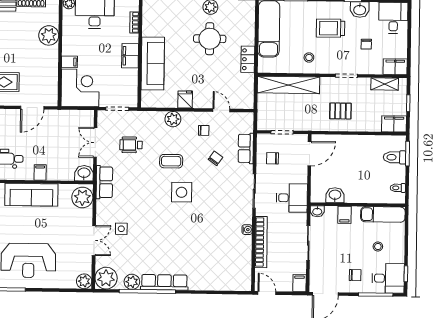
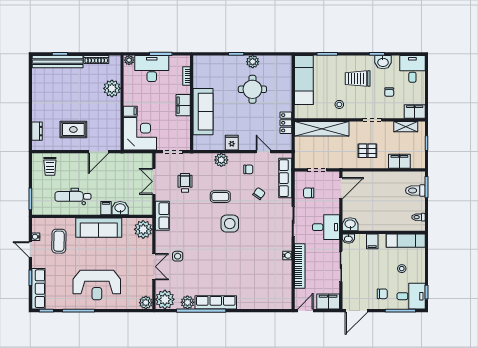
locker: (248, 59) -> (286, 123), moved
filing cabinet: (394, 124) -> (399, 161), moved
wheelchair: (131, 145) -> (185, 183), turned 90
row of seats: (246, 148) -> (285, 178), width x1.48
washbasin: (84, 173) -> (120, 208), moved
washbasin: (335, 195) -> (350, 224), moved
filing cabinet: (299, 283) -> (328, 302), width x2.00
door: (267, 293) -> (305, 311), hinge flipped

